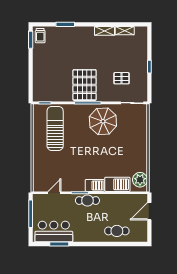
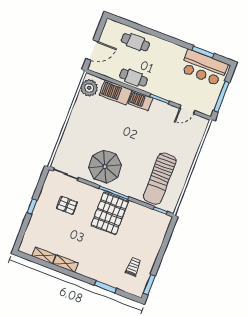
trolley: (40, 36) -> (133, 267), moved
cafe table: (87, 201) -> (133, 78), moved

